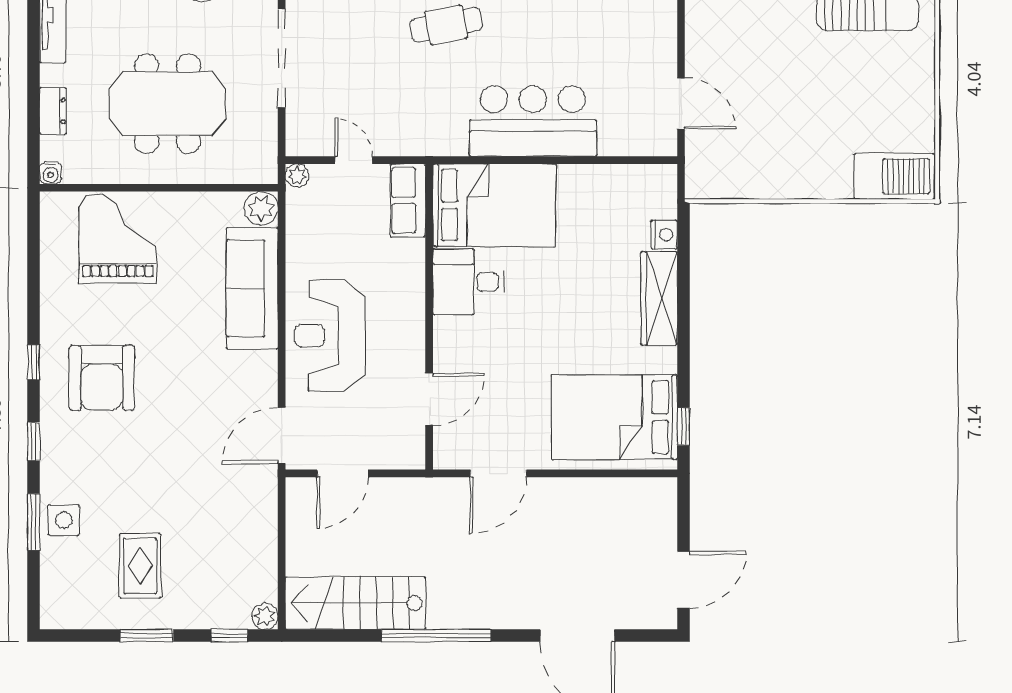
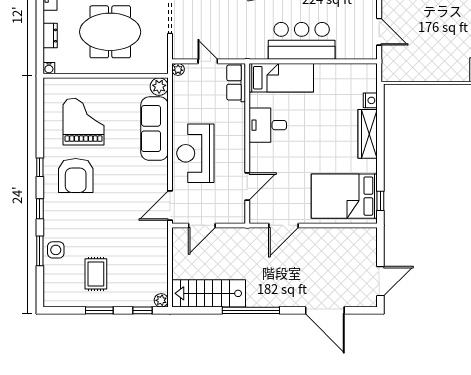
bed: (494, 205) -> (281, 78), width x0.67
grand piano: (118, 239) -> (84, 122), moved

